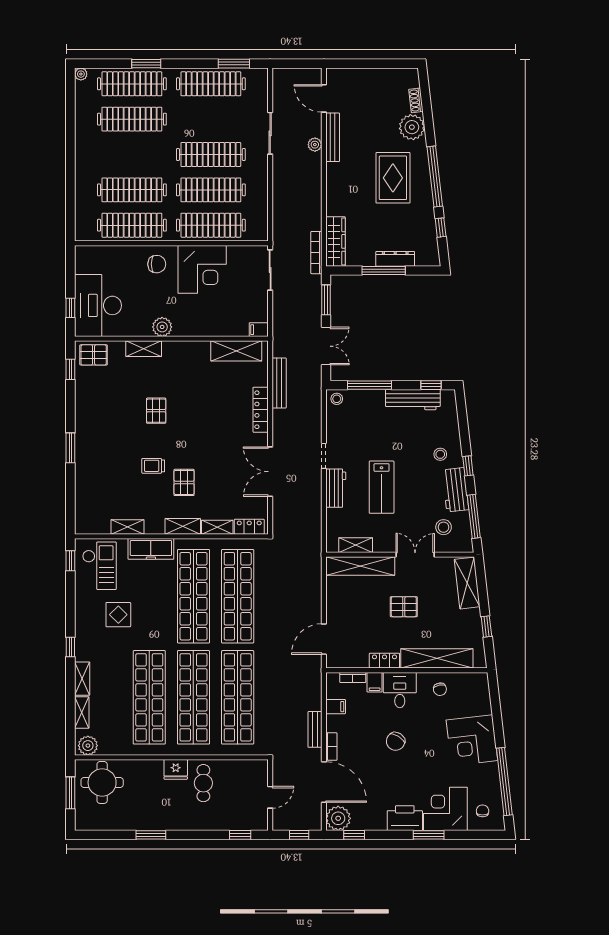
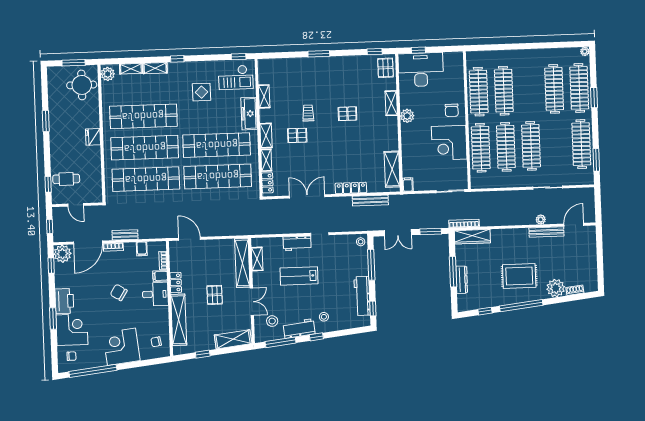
chair: (440, 689) -> (156, 342), moved
cafe table: (203, 783) -> (66, 179), moved

